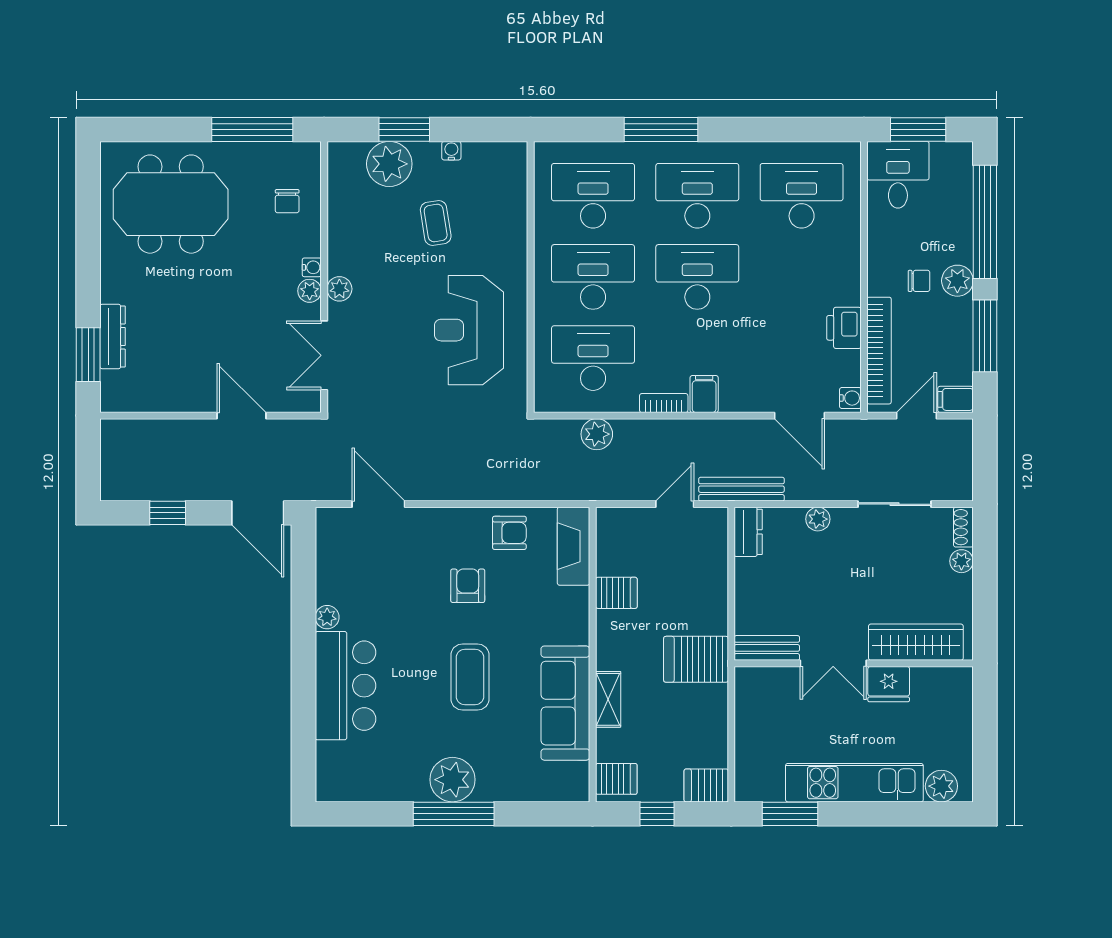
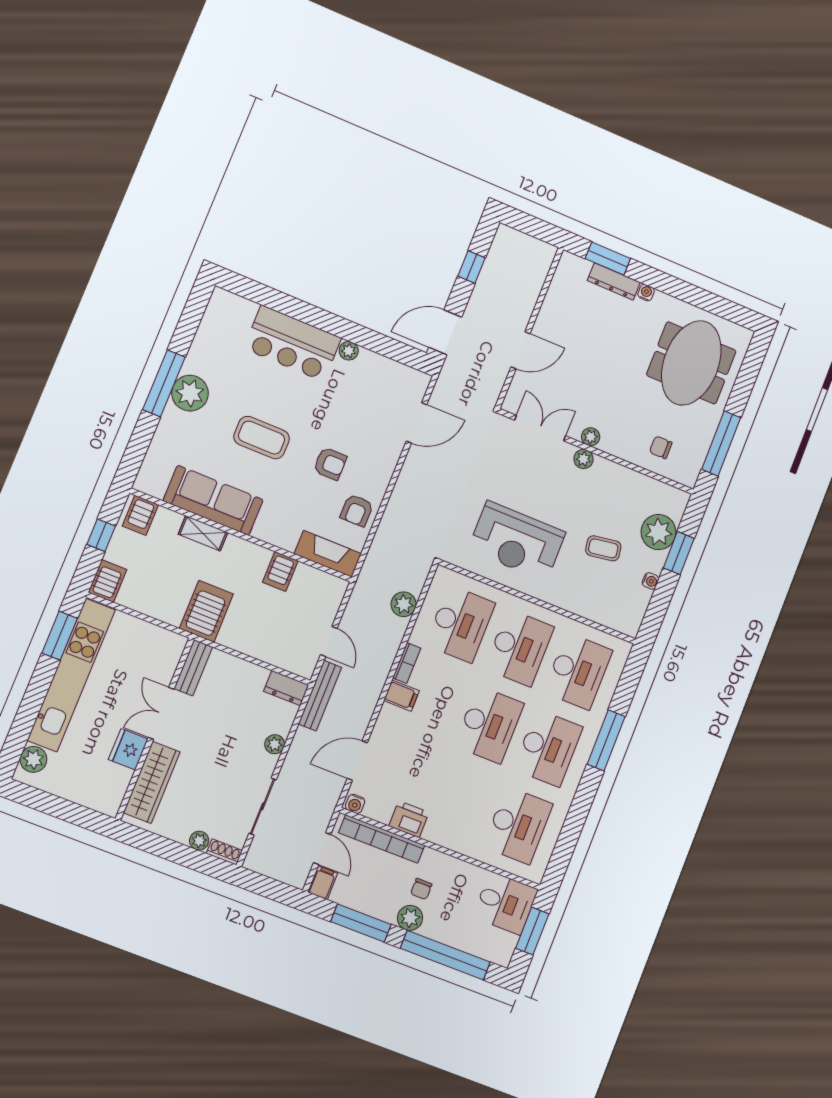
water cooler: (312, 267) -> (646, 293), moved, turned 180
reception desk: (469, 330) -> (517, 541), turned 180
kitchen unit: (854, 783) -> (71, 675), width x1.36

